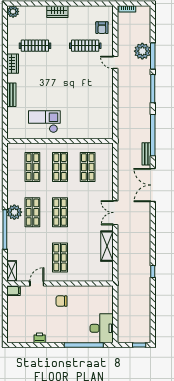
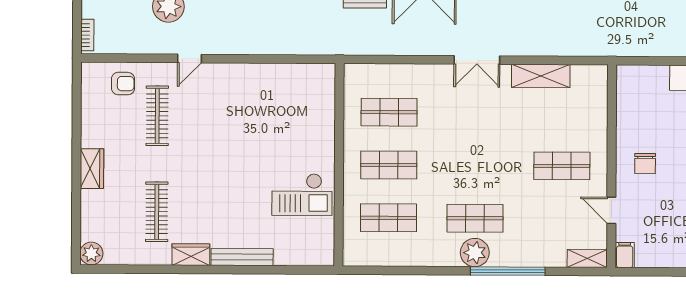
bench: (11, 95) -> (242, 257), width x1.36
checkout: (44, 122) -> (302, 195), turned -90
shop shelf: (60, 212) -> (475, 165), removed

